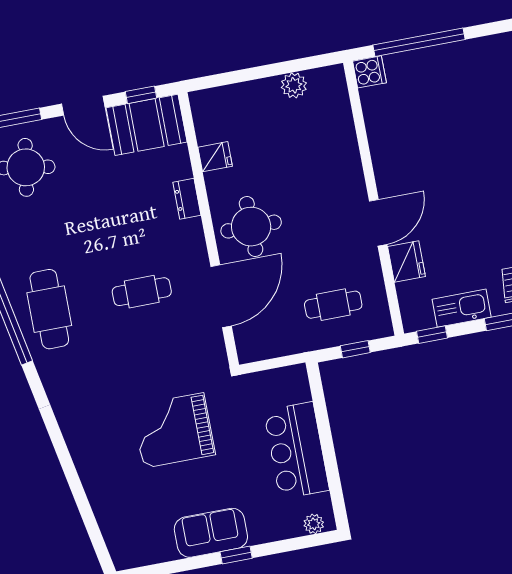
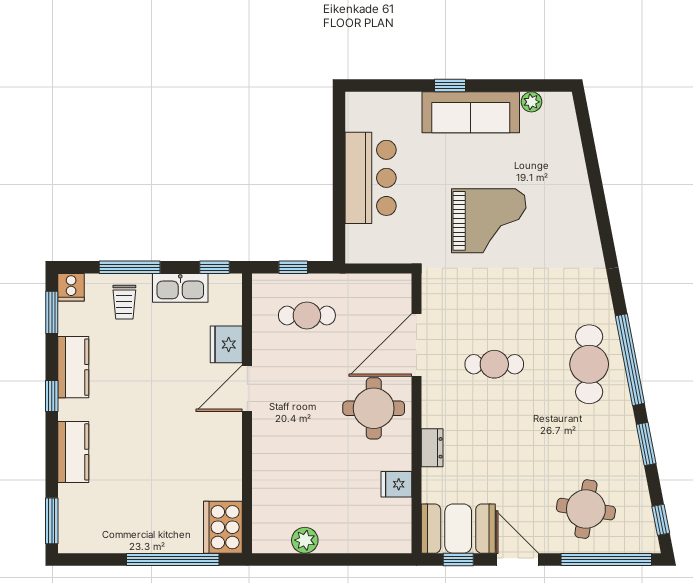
cooker: (369, 72) -> (223, 527), width x1.87, depth x1.31
plant: (314, 524) -> (531, 102), moved
sofa: (211, 533) -> (471, 112), width x1.36

